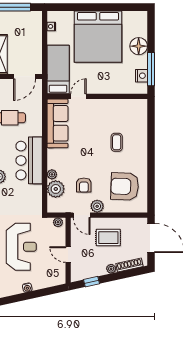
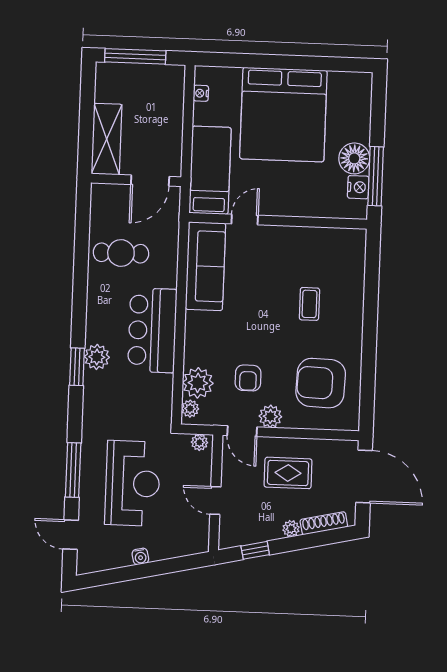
floor lamp: (139, 46) -> (354, 158), moved
plant: (52, 174) -> (190, 409), moved

